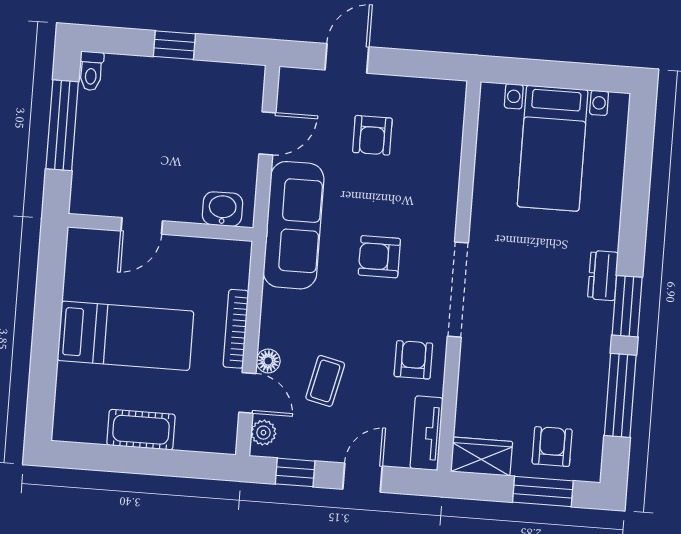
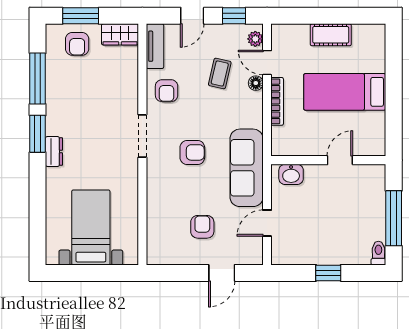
doorway: (458, 290) -> (142, 136), width x0.73

